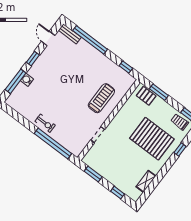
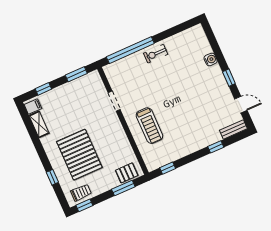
window: (90, 40) -> (216, 147), width x0.32
window: (16, 81) -> (215, 47), removed
pallet: (152, 139) -> (79, 155), turned 90
filing cabinet: (135, 193) -> (33, 106), added

